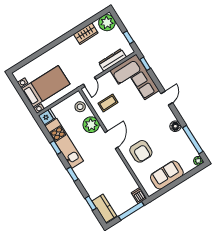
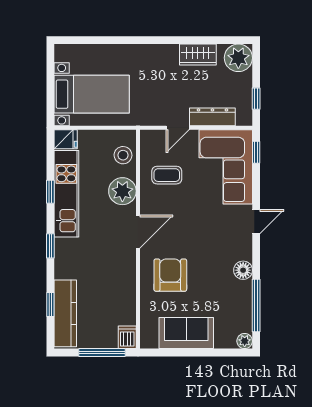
door: (90, 82) -> (178, 128), moved
armchair: (141, 151) -> (170, 275), turned 180
kitchen counter: (104, 208) -> (65, 313), width x1.50

